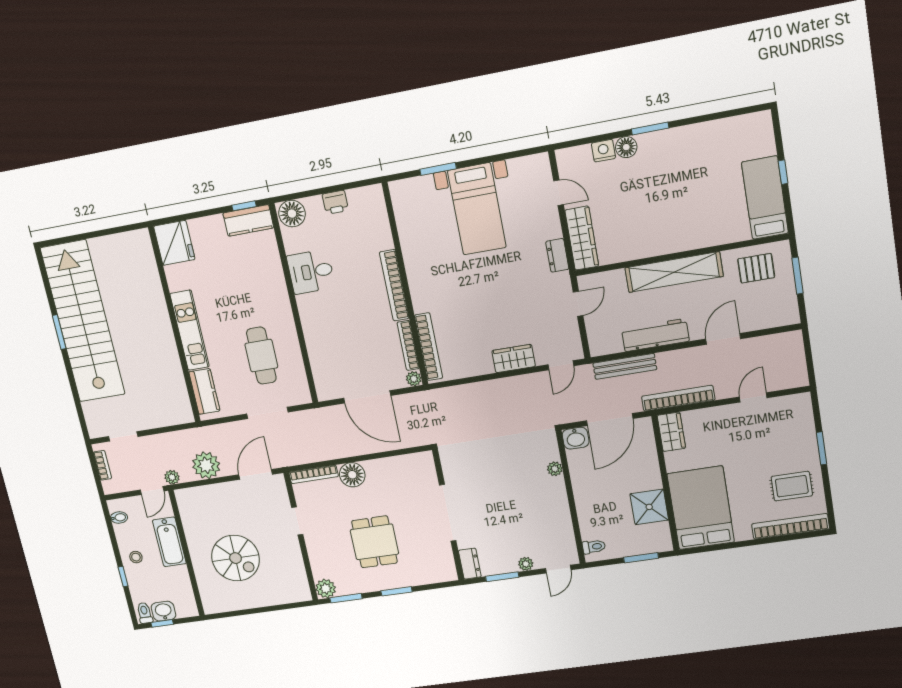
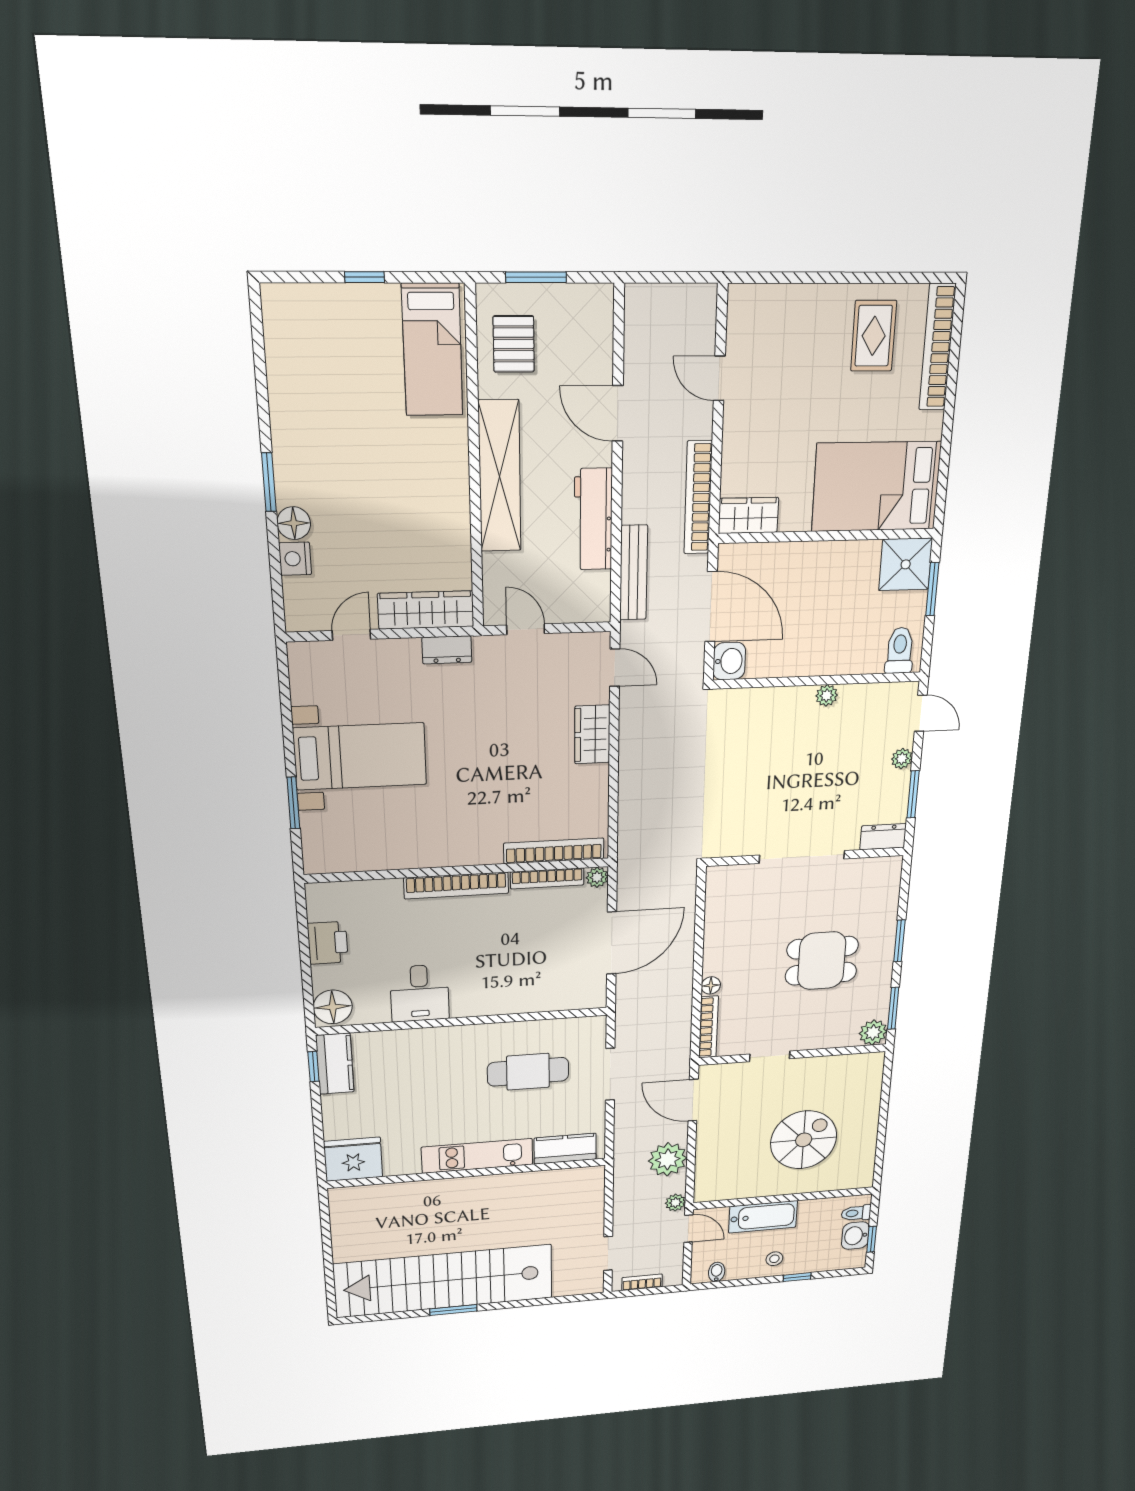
bed: (765, 198) -> (432, 350), moved, turned -90
printer: (335, 202) -> (328, 943), width x1.36, depth x1.24
window: (822, 448) -> (823, 278), removed
plant: (555, 469) -> (827, 695), moved
floor lamp: (352, 475) -> (711, 985), width x0.53, depth x0.53
shower: (649, 507) -> (906, 564), moved
toilet: (594, 547) -> (900, 650), width x1.37, depth x1.39
toilet: (145, 613) -> (856, 1213), moved

